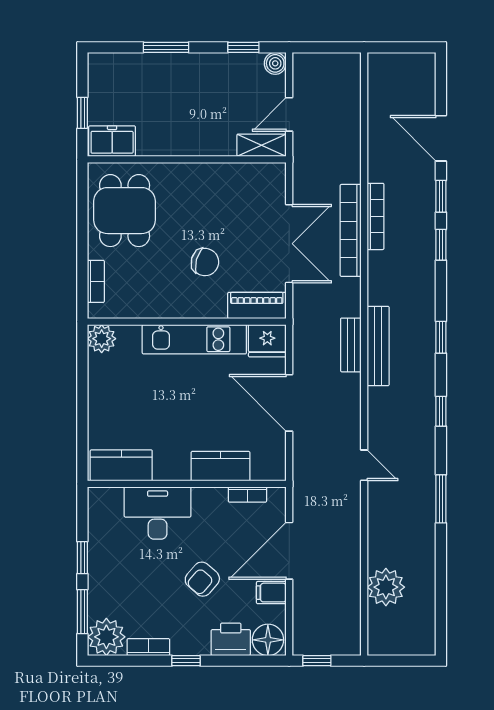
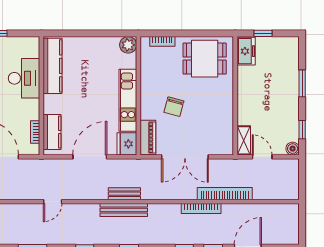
bookcase: (351, 230) -> (225, 194), moved
kitchen counter: (121, 465) -> (52, 66), width x1.50
kitchen counter: (220, 466) -> (52, 132), moved

